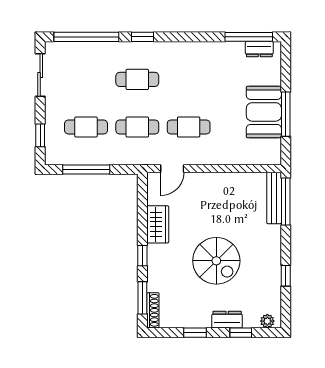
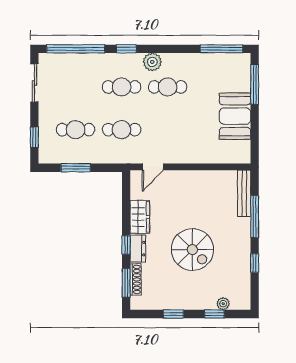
dresser: (259, 49) -> (231, 60), removed
plant: (172, 52) -> (152, 62), added
window: (286, 114) -> (255, 84), moved
cafe table: (189, 127) -> (168, 87), moved
window: (86, 170) -> (76, 168), width x0.69
window: (286, 201) -> (255, 217), moved
shoe rack: (153, 310) -> (136, 279), moved
dresser: (227, 320) -> (138, 249), moved, turned 90
plant: (267, 321) -> (223, 304), moved

